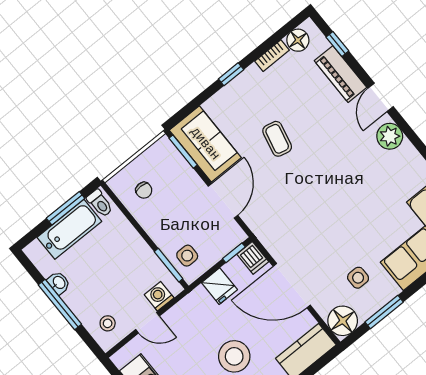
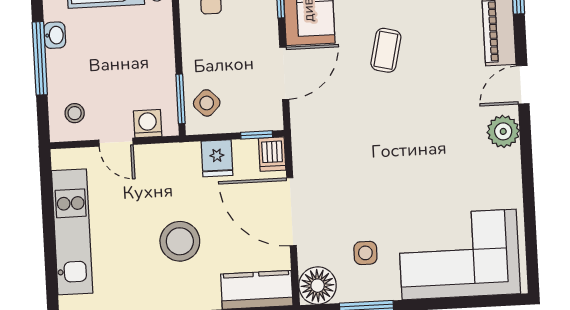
side table: (187, 256) -> (207, 103), turned 45

